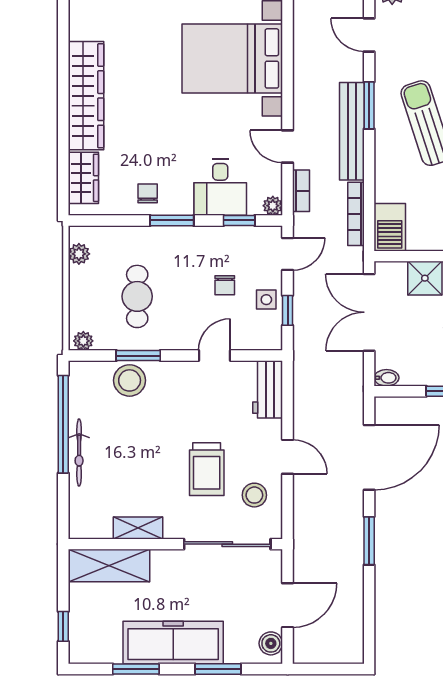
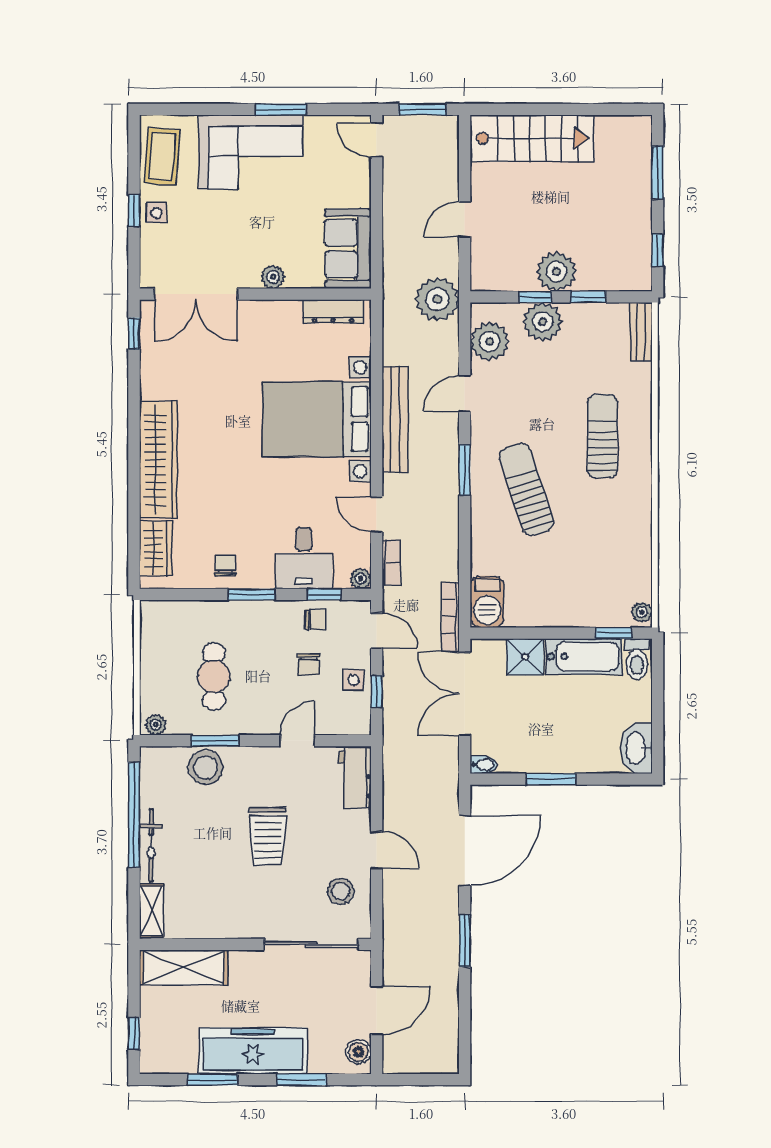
door: (369, 35) -> (465, 394), hinge flipped
bench: (352, 131) -> (395, 419), moved
bookcase: (356, 214) -> (450, 617), moved
chair: (231, 244) -> (316, 620), added
plant: (79, 254) -> (151, 631), removed
door: (288, 254) -> (377, 631), hinge flipped
trolley: (207, 469) -> (268, 836), moved
shelving: (138, 528) -> (151, 911), moved, turned 90

